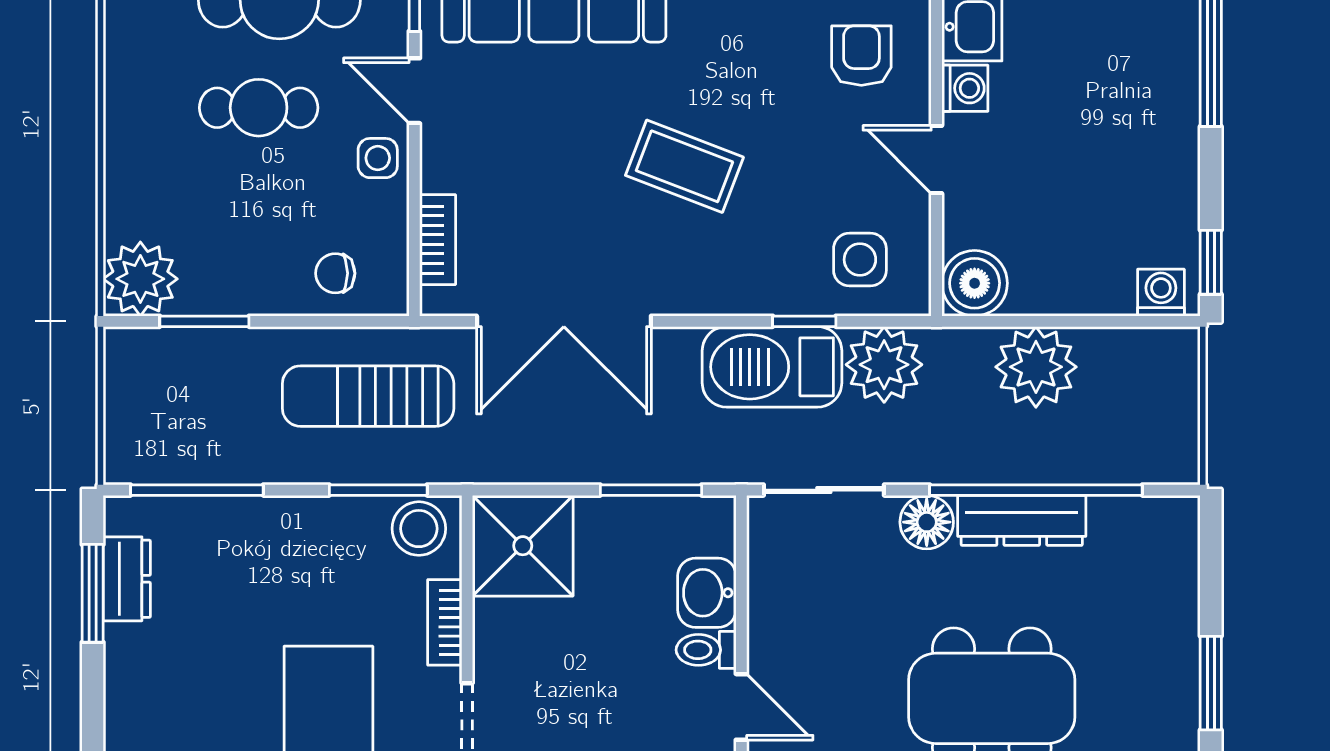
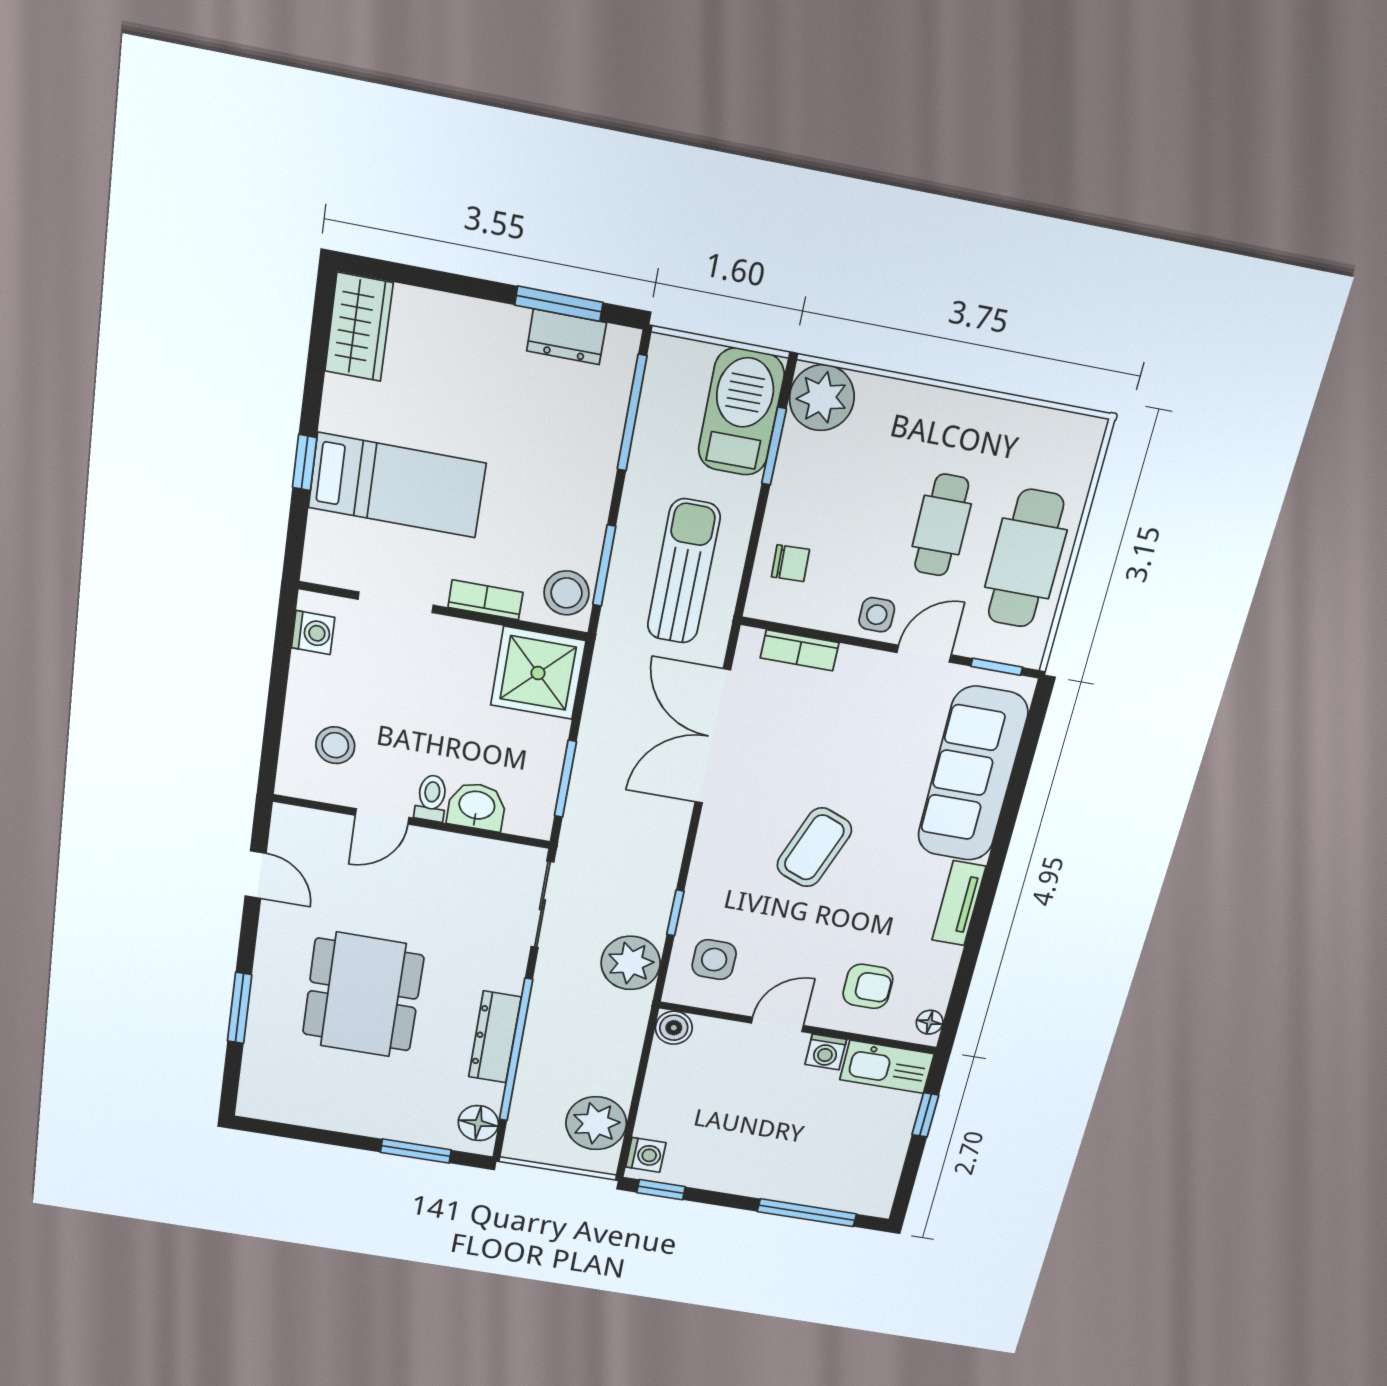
chair: (335, 273) -> (790, 563), turned 88
boiler: (975, 283) -> (674, 1028), width x0.73, depth x0.73
barbecue: (772, 367) -> (741, 412), moved
plant: (1036, 367) -> (596, 1123), moved
floor lamp: (927, 522) -> (478, 1123), moved
window: (1211, 683) -> (416, 1151), moved

